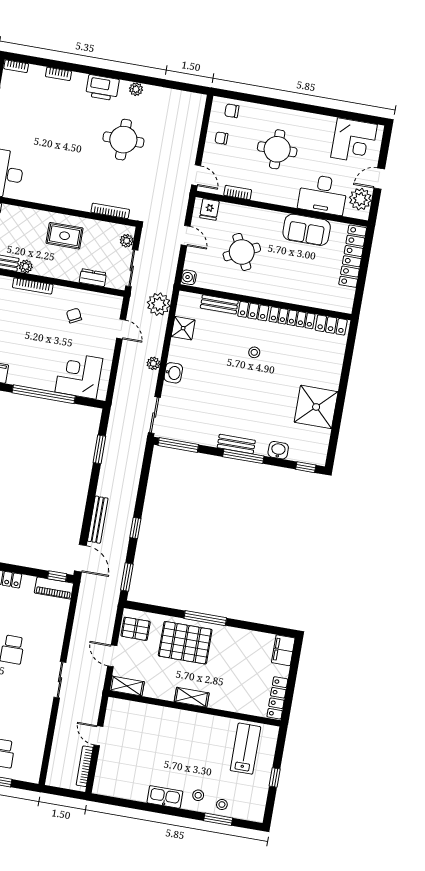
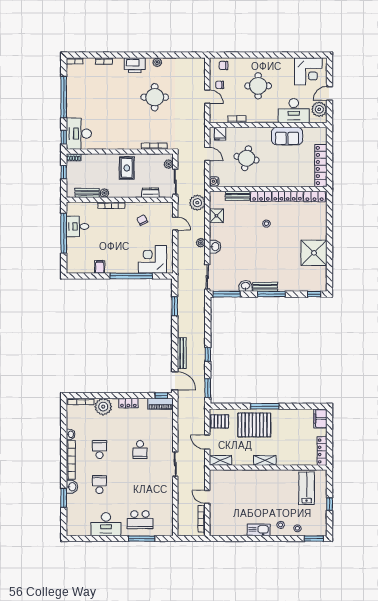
door: (196, 175) -> (207, 97), moved
rug: (65, 236) -> (127, 168), turned 90
round table: (242, 252) -> (247, 158), turned 37
locker: (353, 256) -> (321, 165), moved
washbasin: (278, 450) -> (245, 286), moved
window: (218, 819) -> (314, 539), moved

